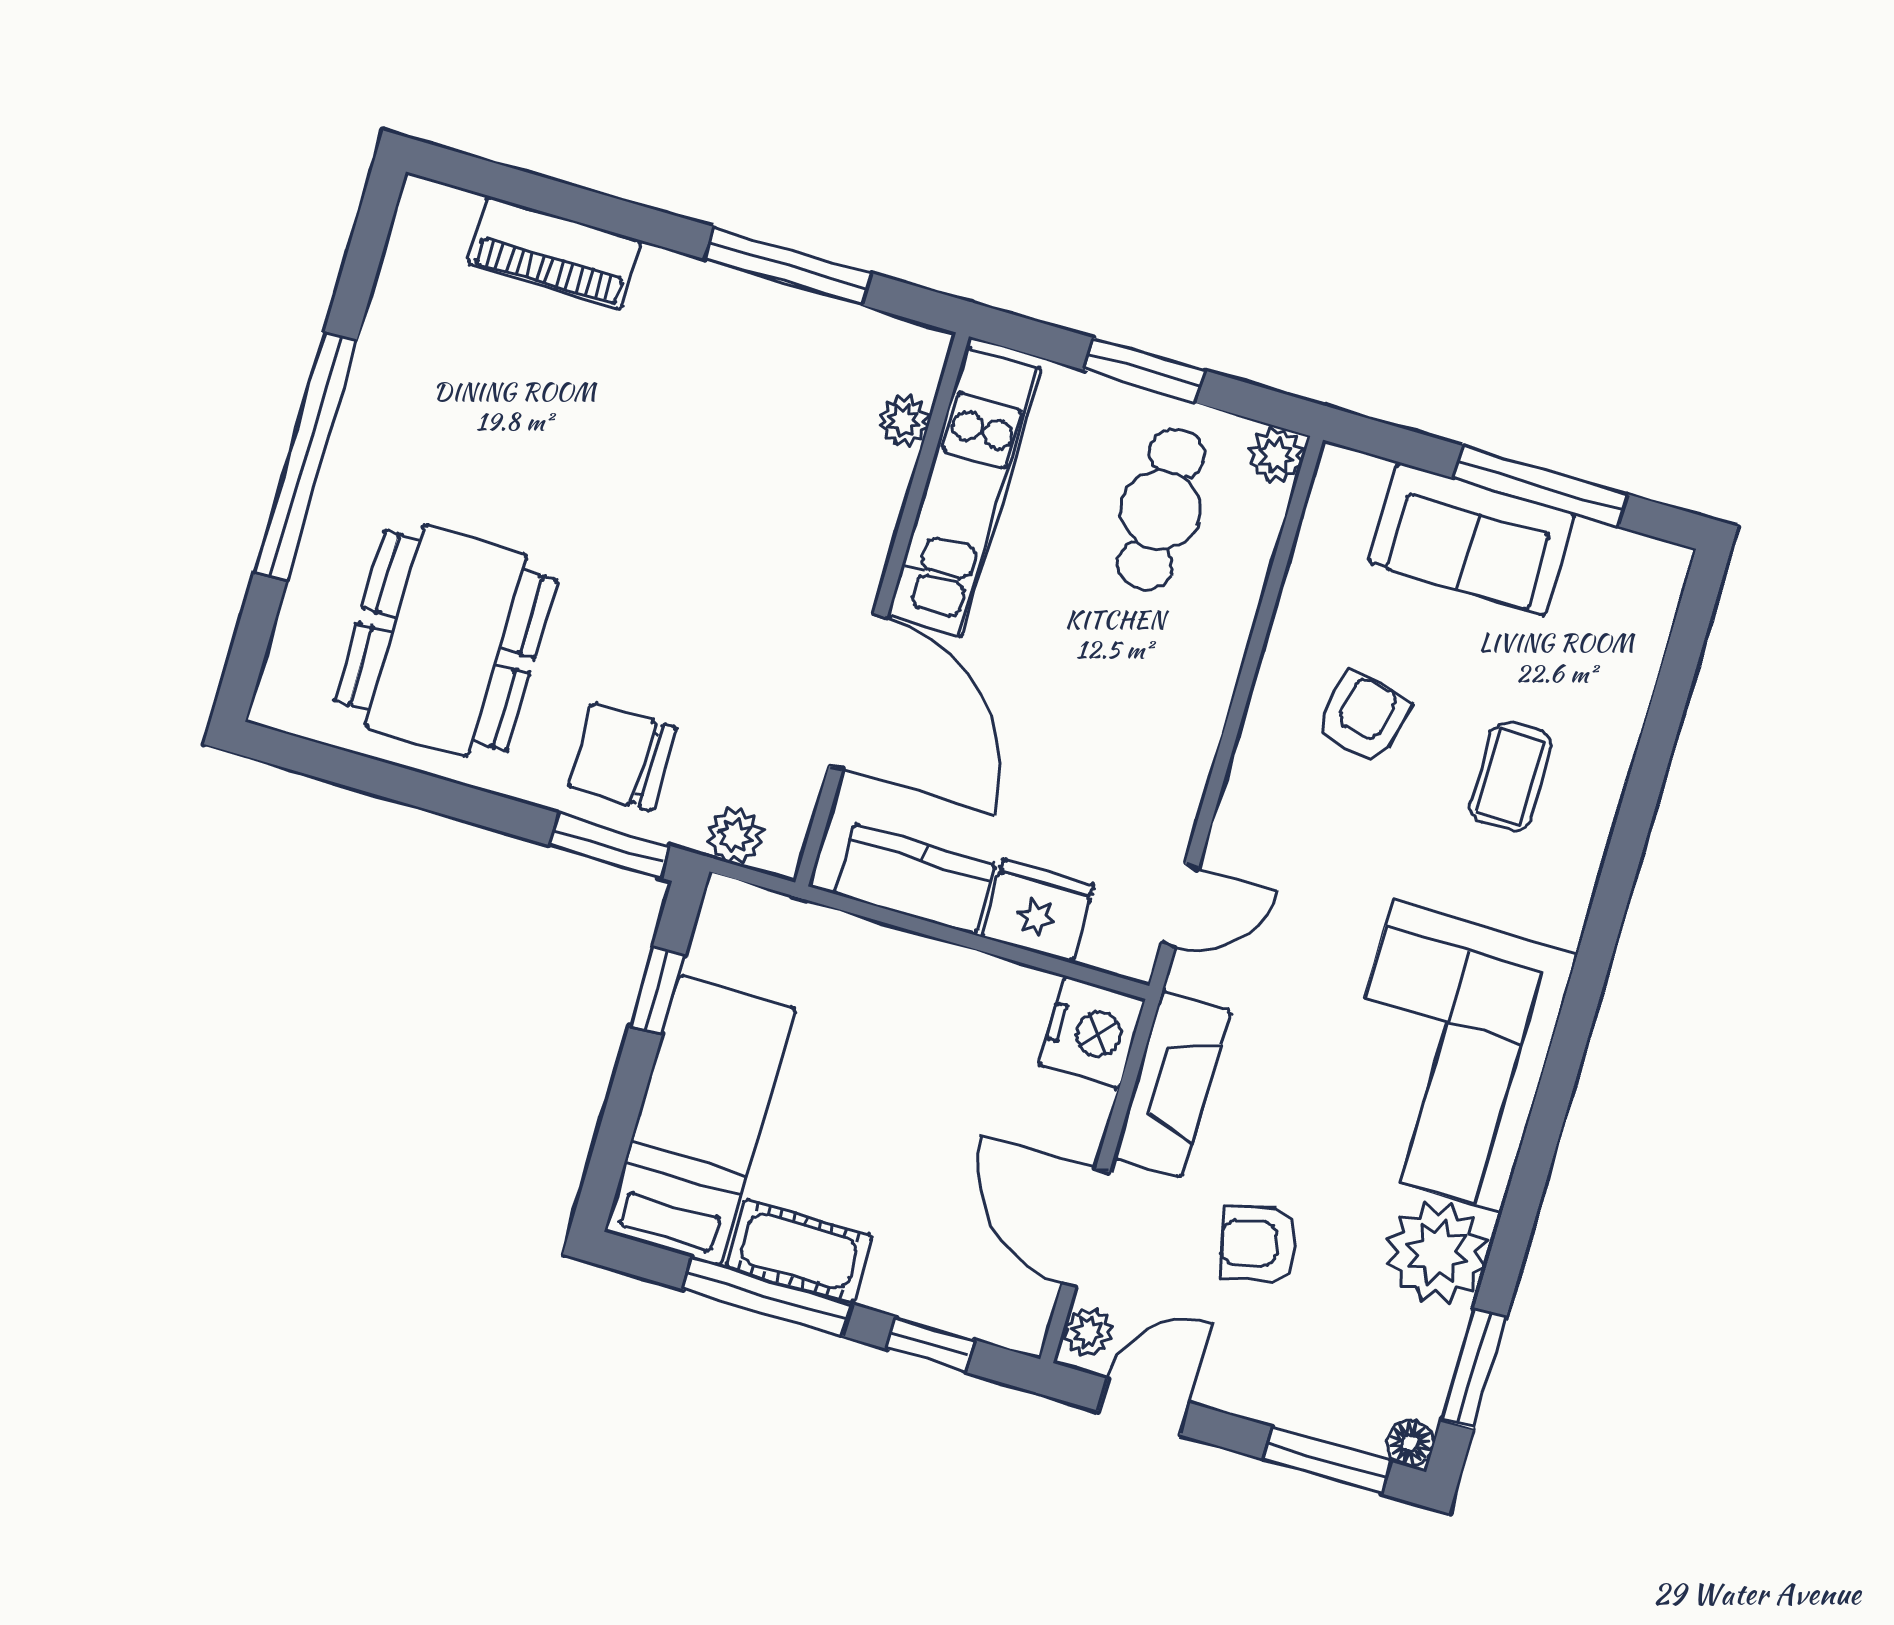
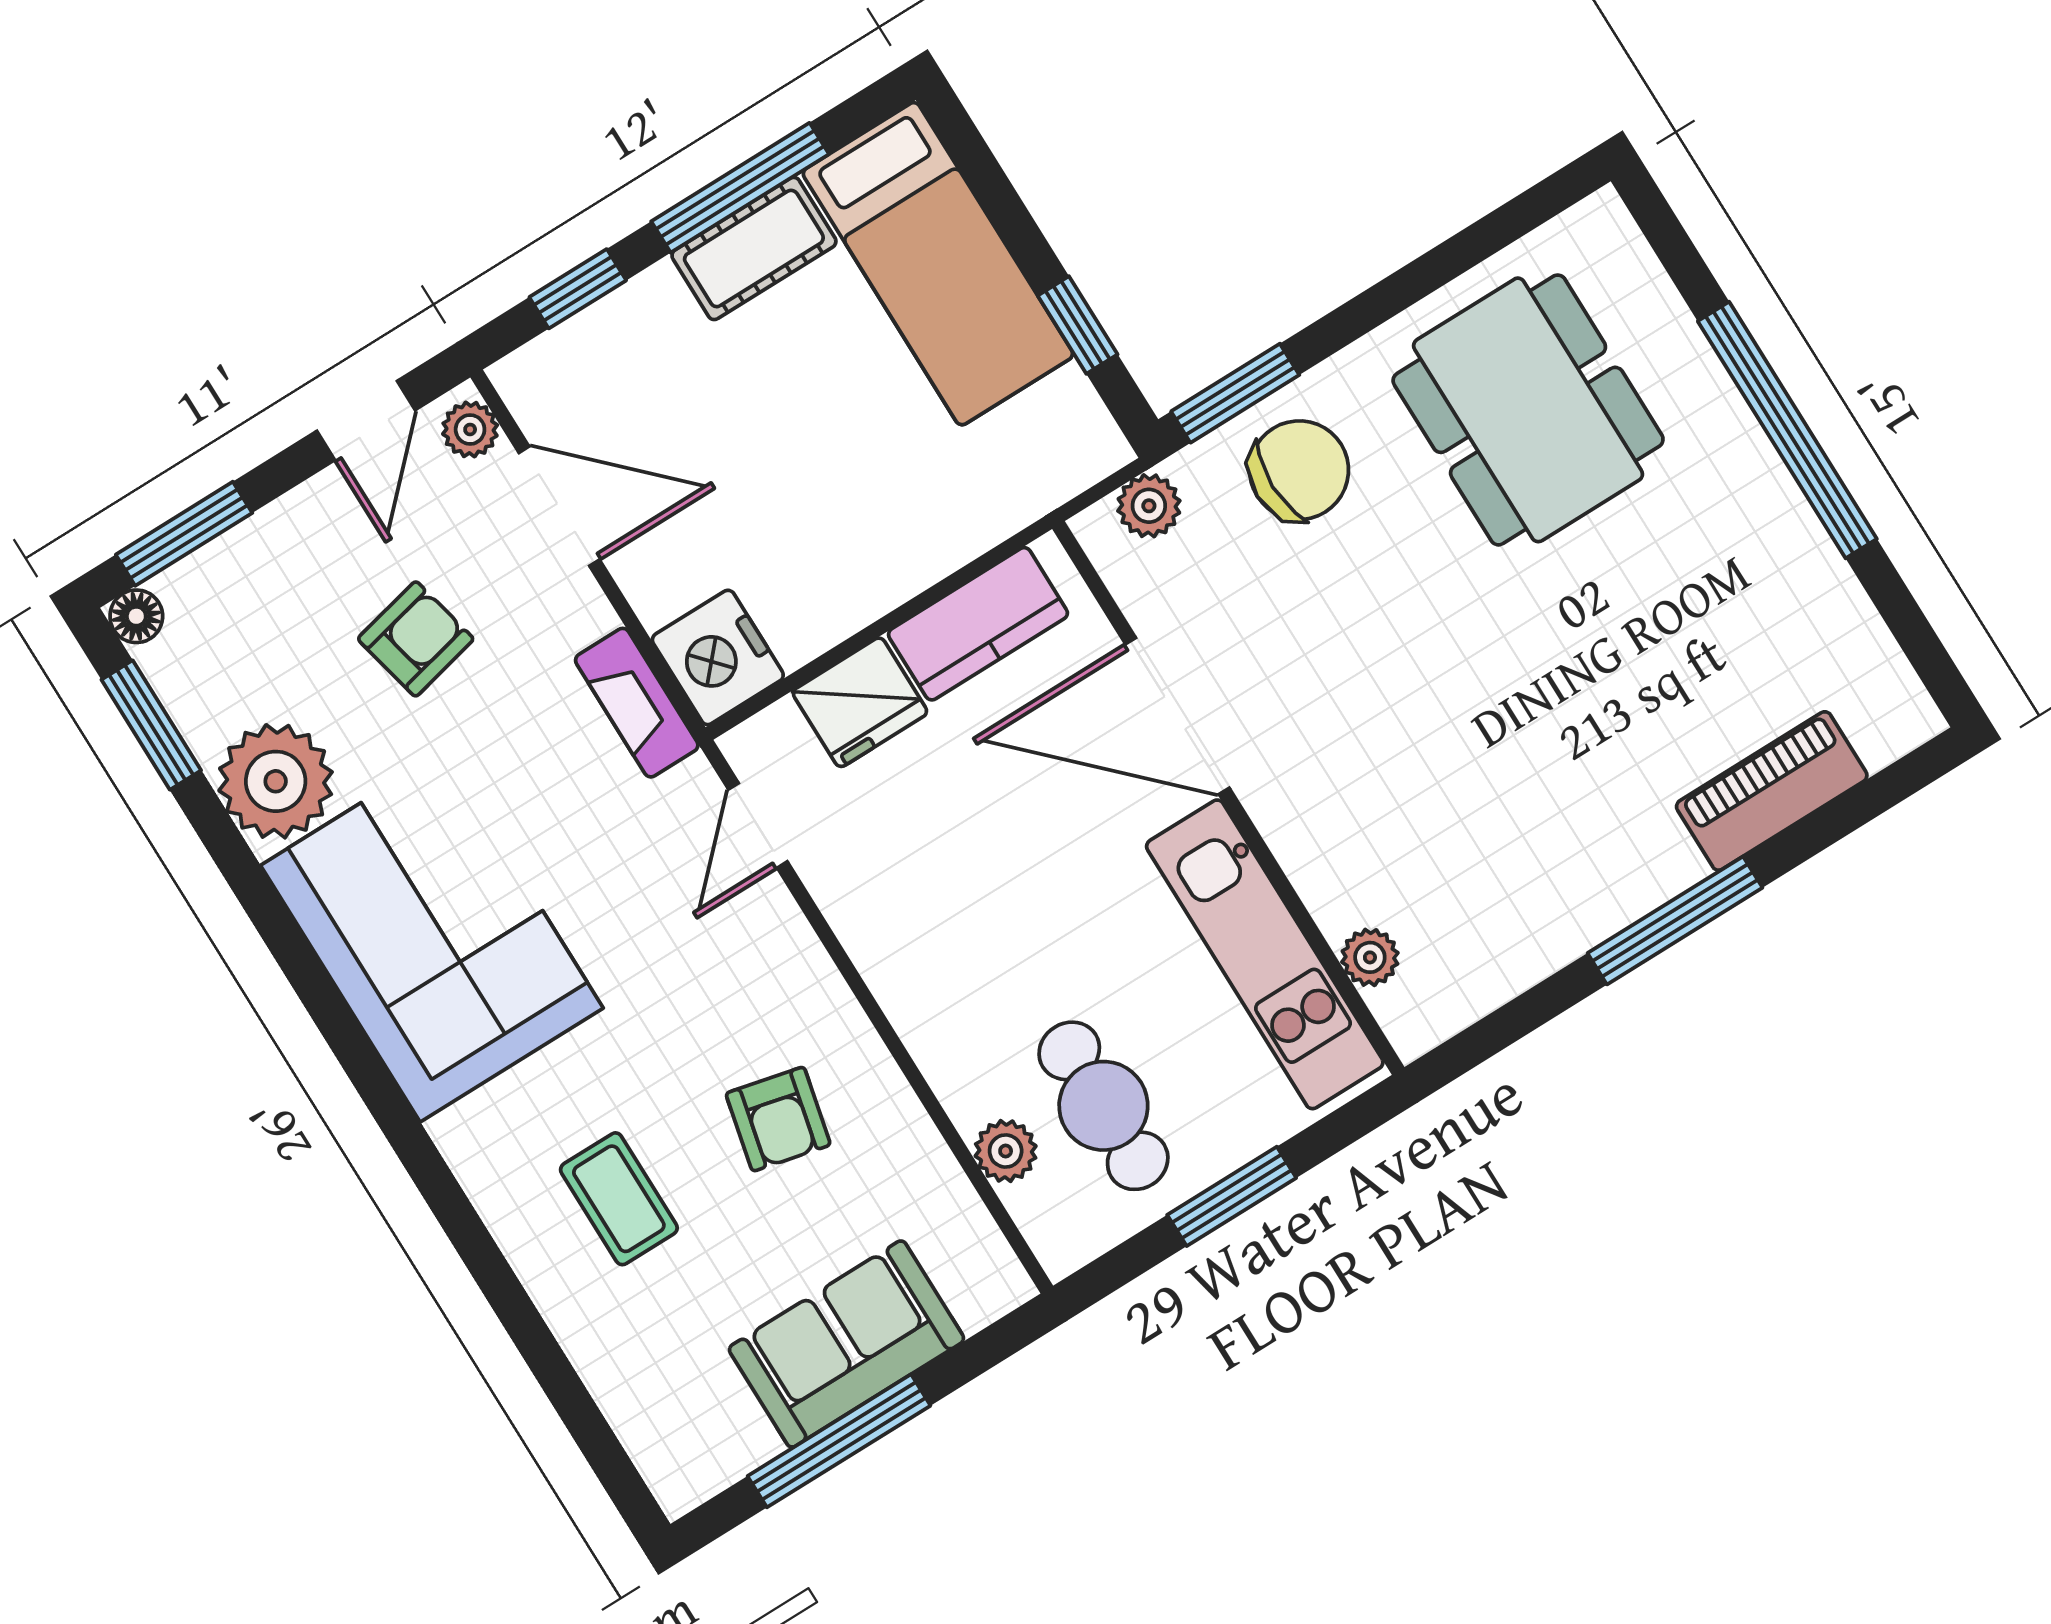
window: (789, 266) -> (1675, 920), moved
plant: (1276, 456) -> (1006, 1151), moved
fireplace: (1172, 1084) -> (637, 703), width x0.73, depth x0.76

